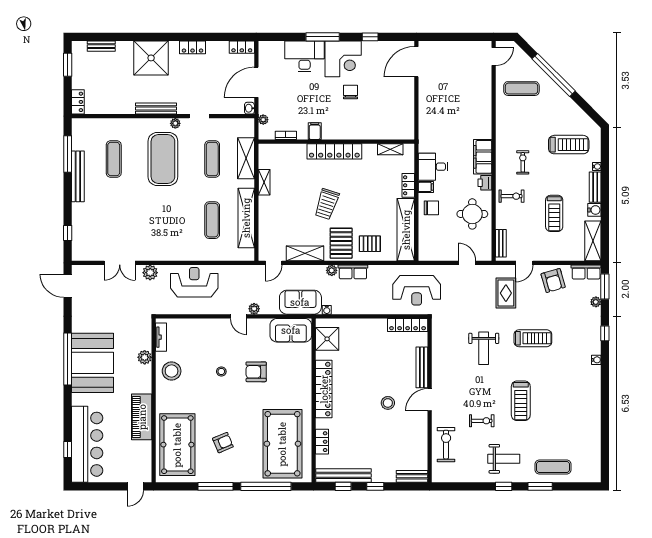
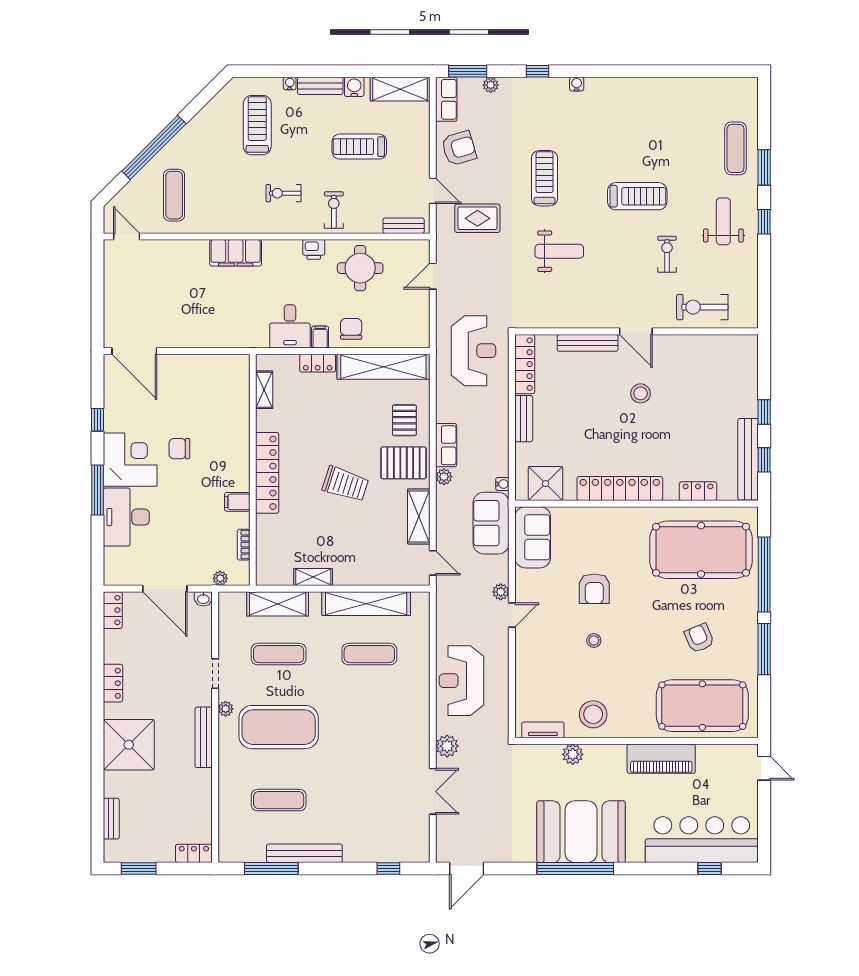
filing cabinet: (483, 157) -> (236, 253), moved
treadmill: (554, 213) -> (359, 147), turned 180
bench: (412, 476) -> (524, 419), moved

